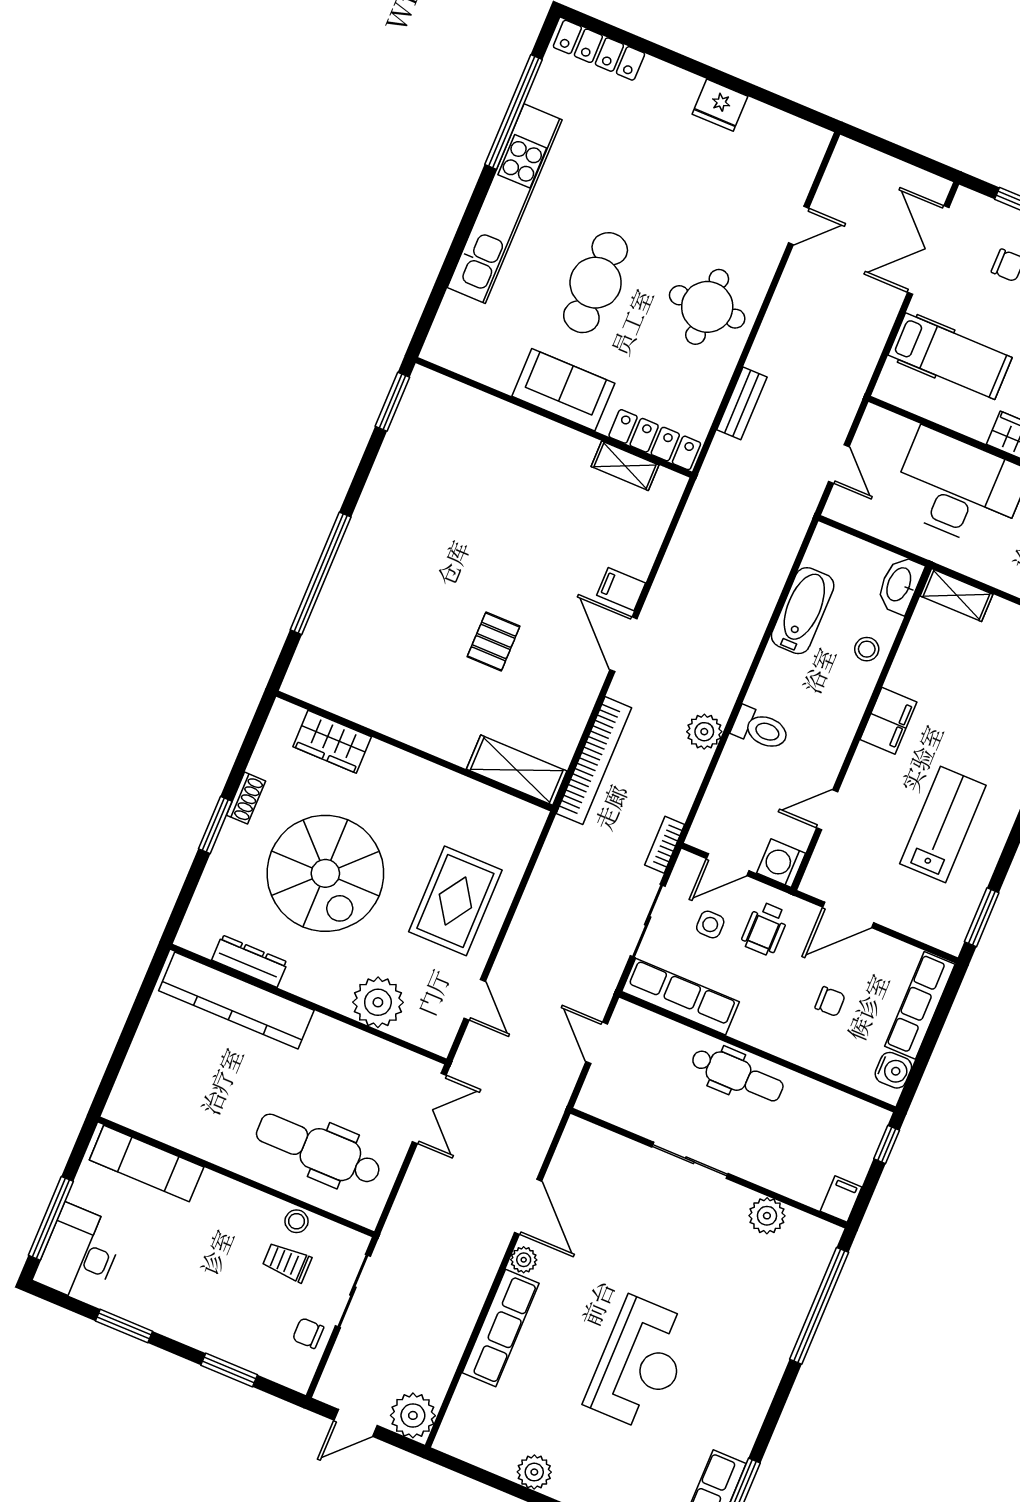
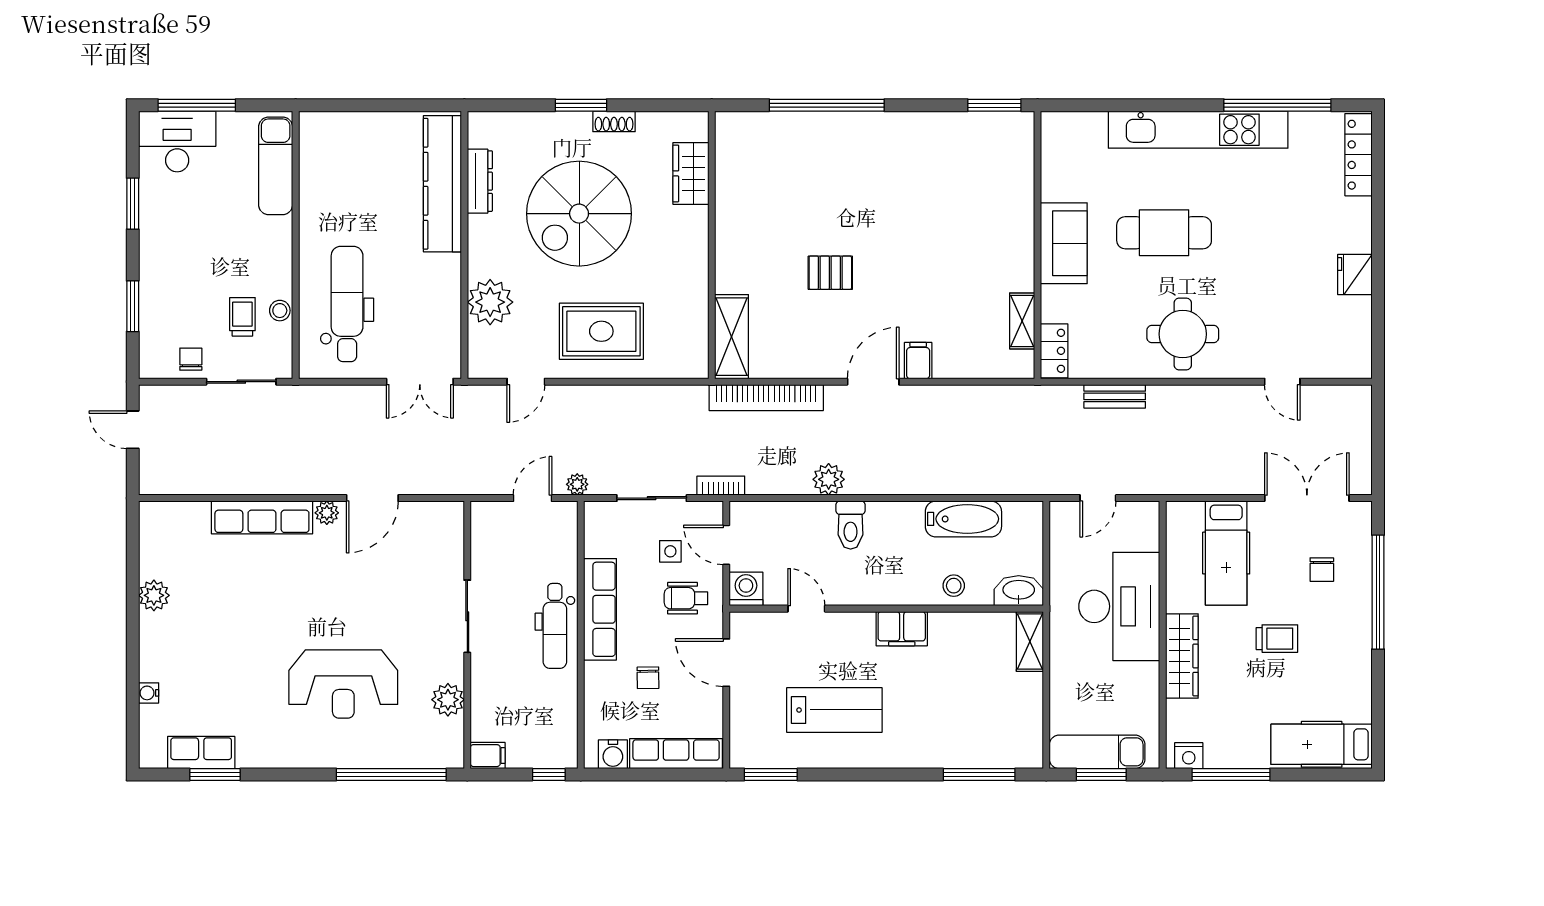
locker: (655, 440) -> (1054, 351), width x0.66
row of seats: (681, 997) -> (600, 609), moved
reception desk: (640, 1364) -> (343, 684), moved
plant: (413, 1415) -> (577, 484), moved, width x0.53, depth x0.53

